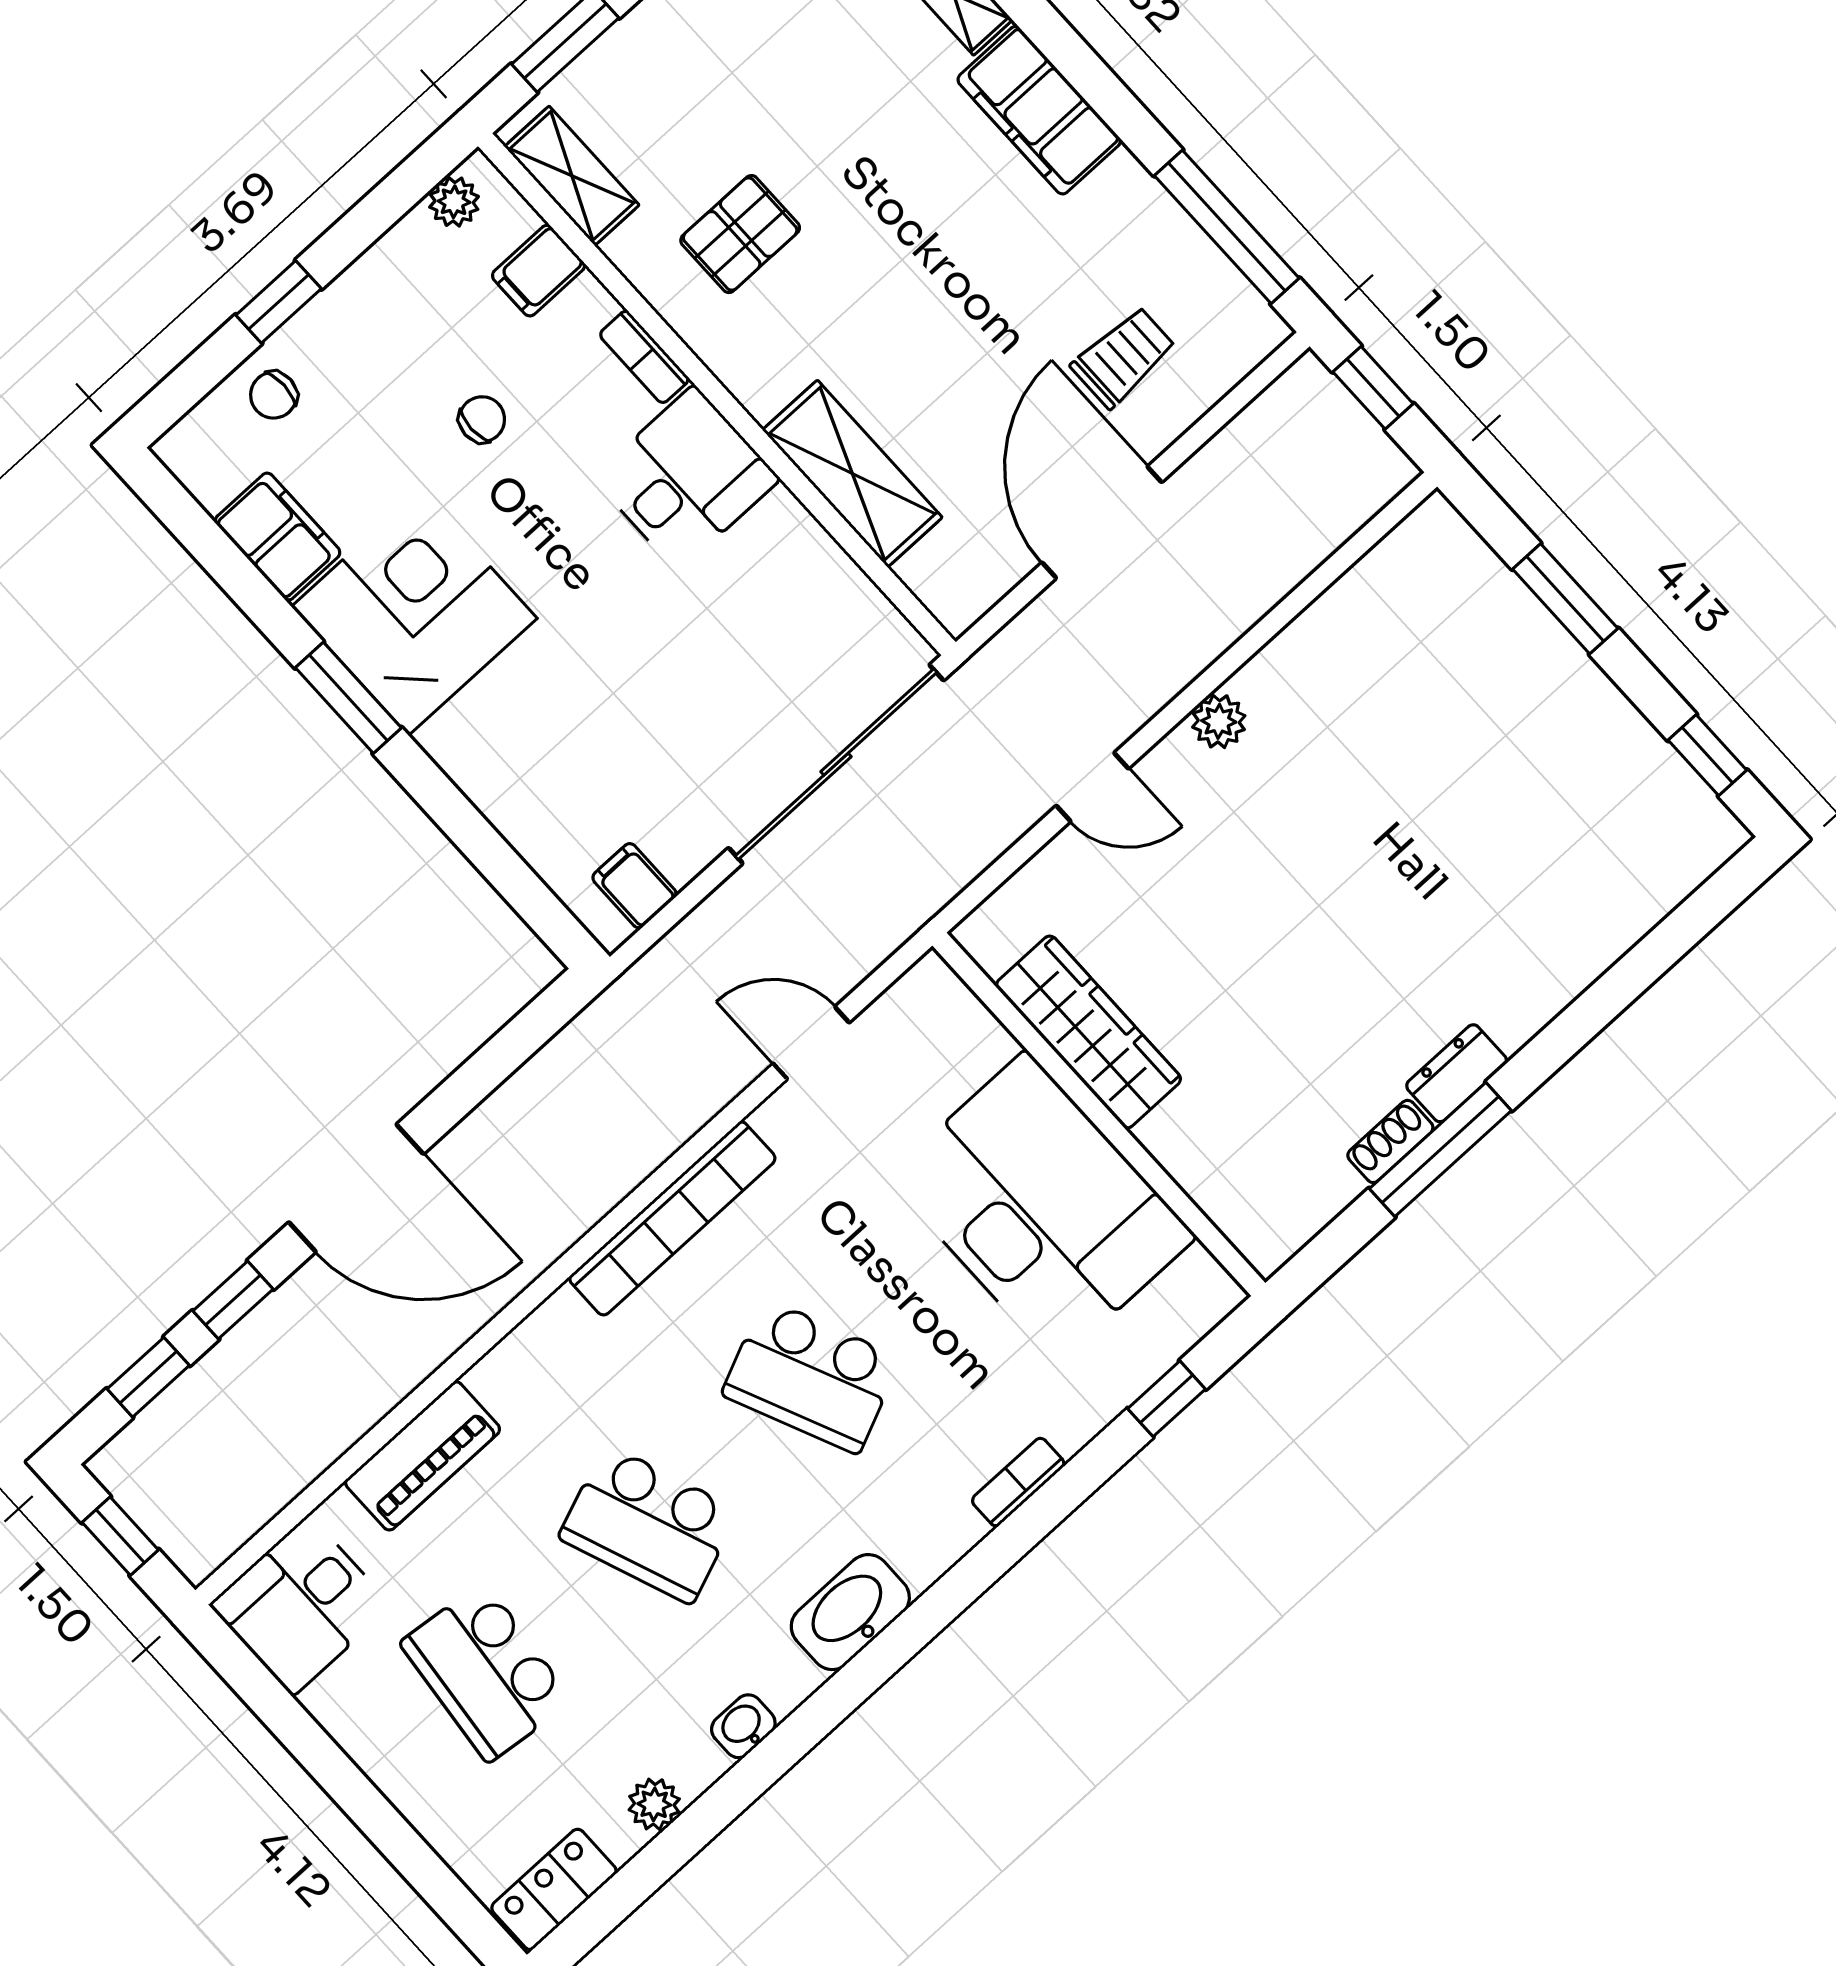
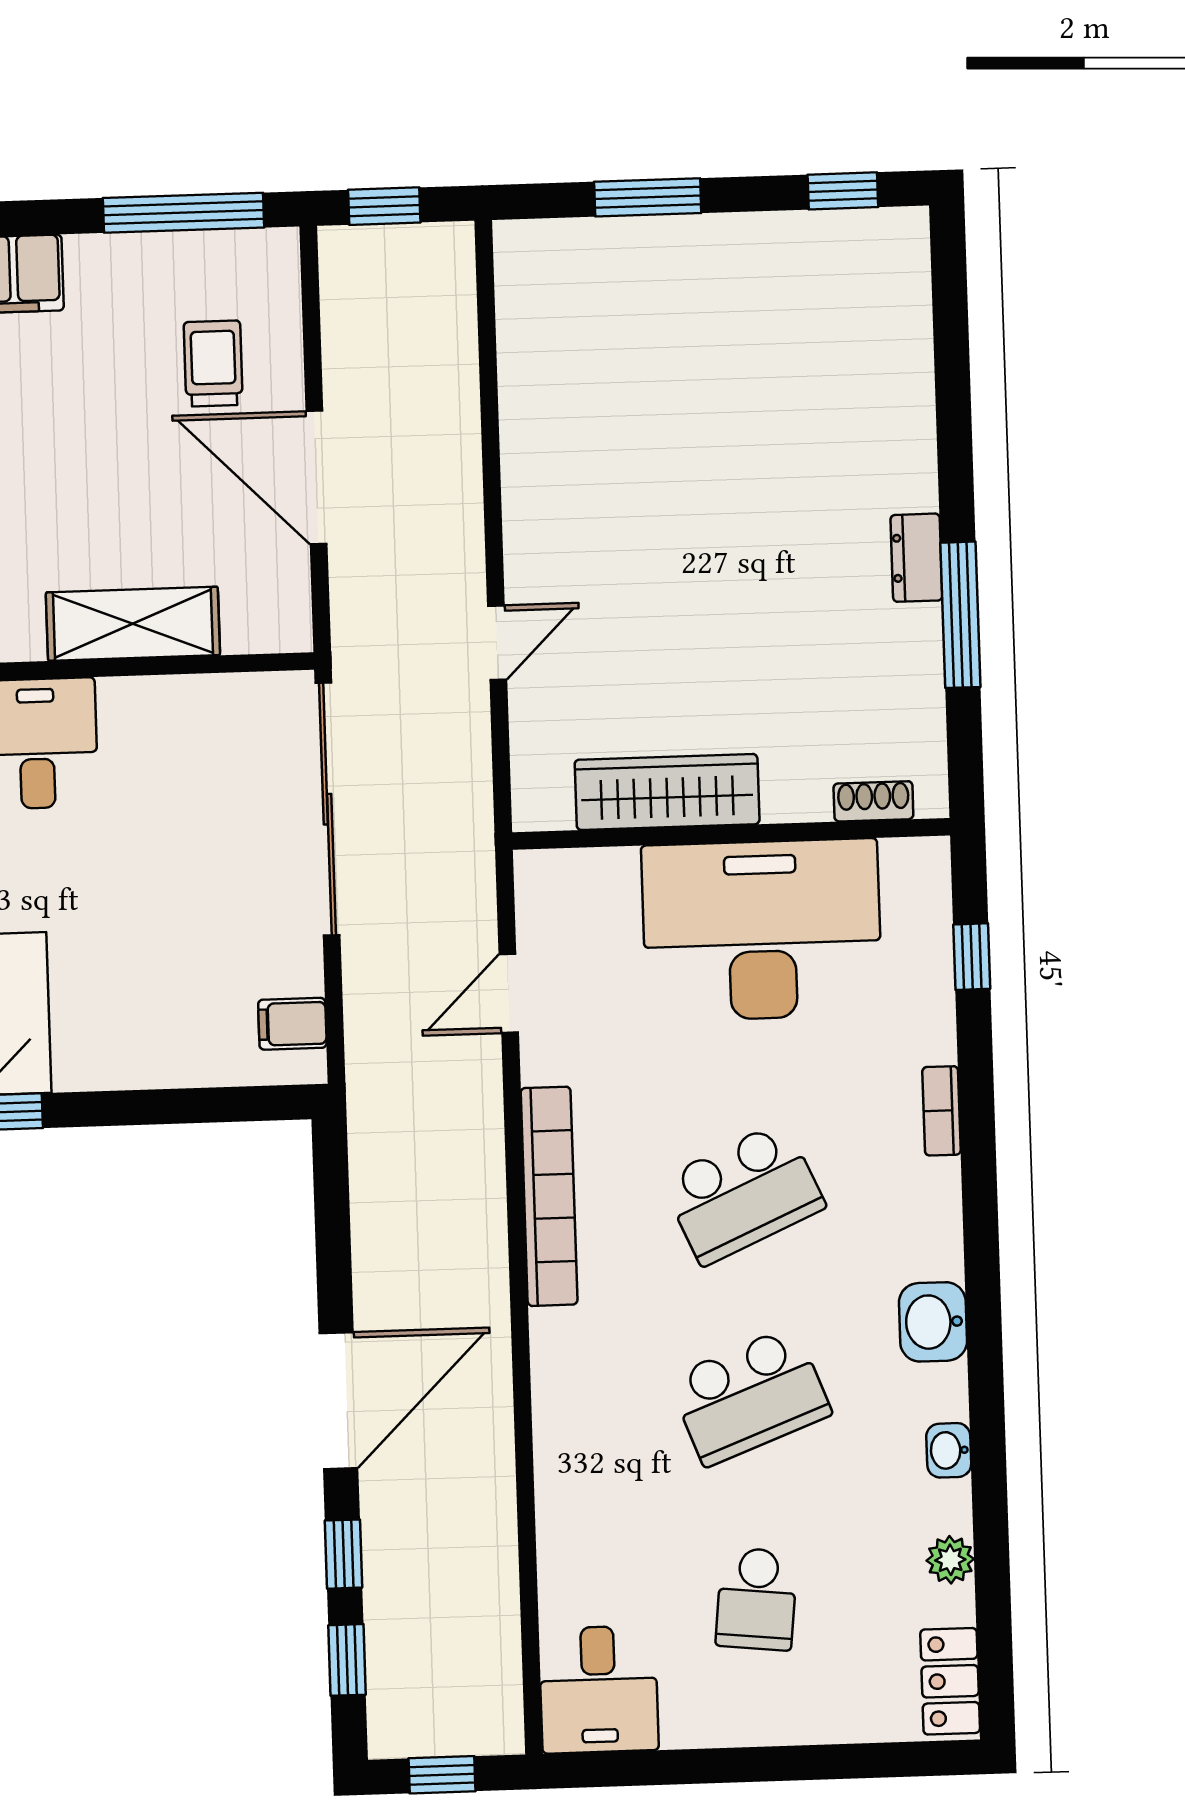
plant: (1219, 721) -> (527, 514), removed
shoe rack: (1390, 1141) -> (873, 801), moved, turned 90
piano: (423, 1456) -> (566, 1514), removed
washbasin: (850, 1612) -> (933, 1322), width x0.72
school desk: (486, 1672) -> (757, 1599), width x0.54

